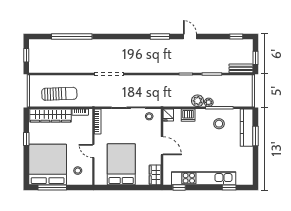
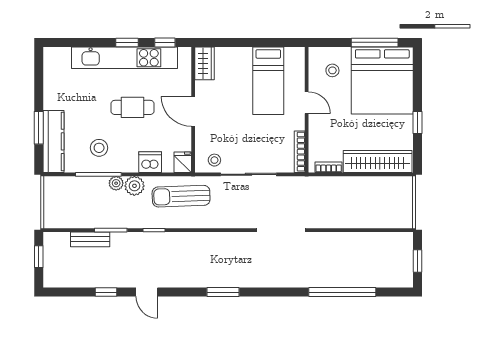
window: (160, 36) -> (223, 292), moved
window: (236, 36) -> (106, 292), moved
bench: (241, 68) -> (90, 239), moved
sun lounger: (59, 94) -> (181, 196), moved
cafe table: (199, 148) -> (132, 107), added
bed: (121, 164) -> (268, 81), width x0.67
window: (229, 187) -> (127, 42), moved

